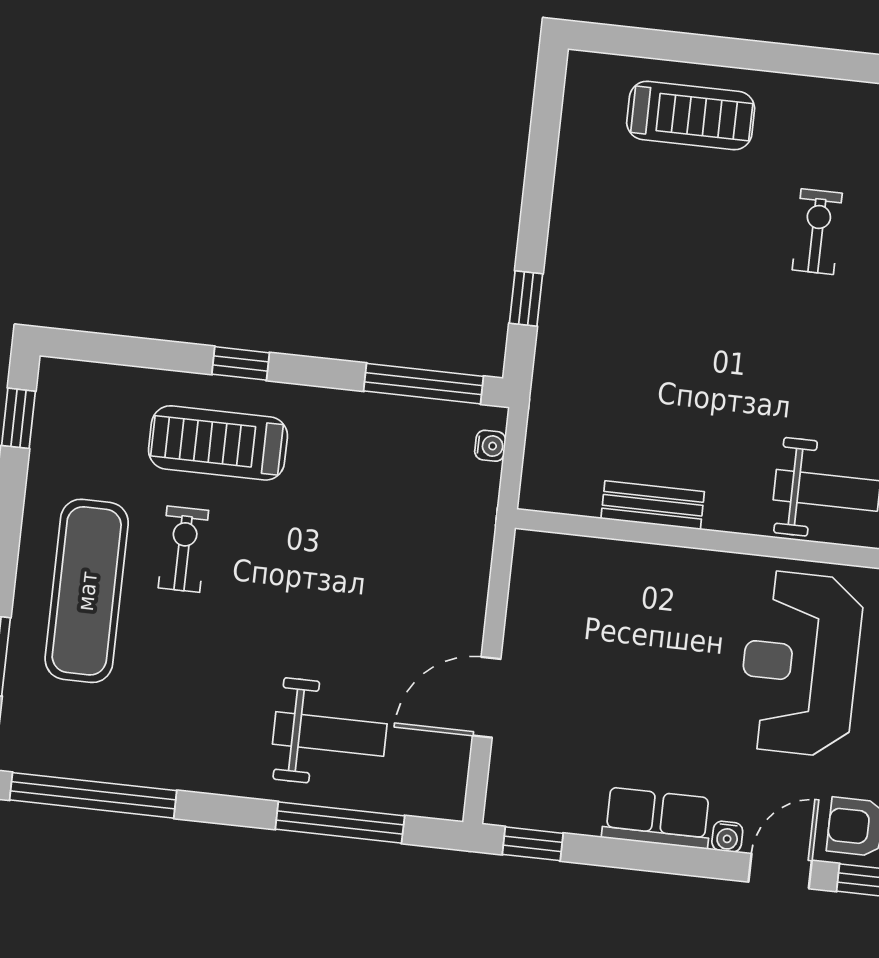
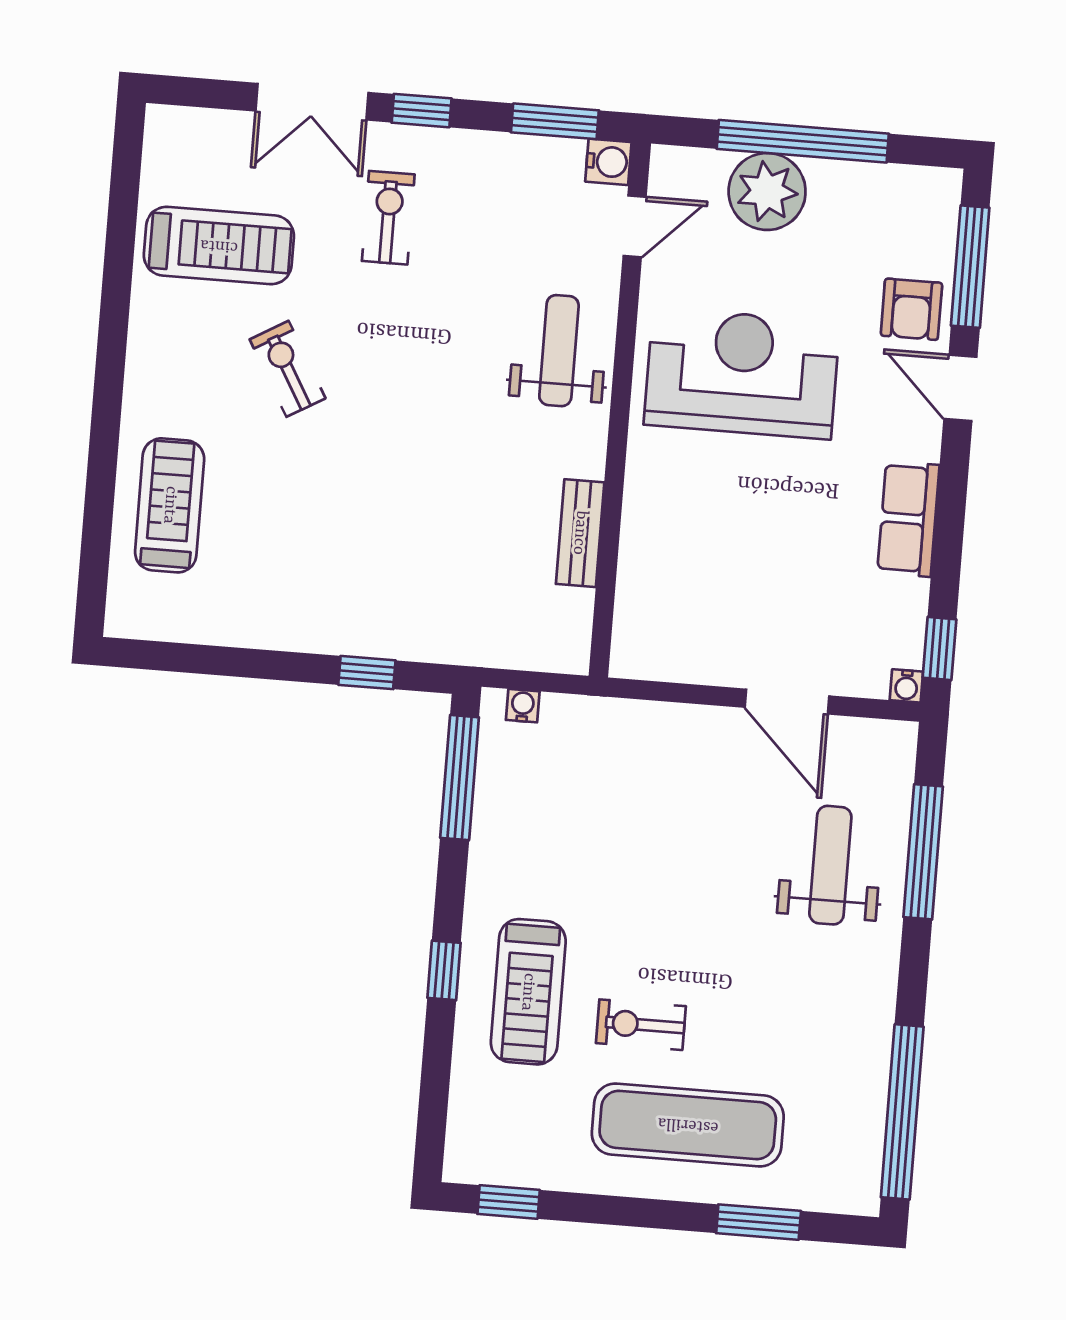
exercise bike: (817, 232) -> (288, 369), turned 60
reception desk: (800, 664) -> (742, 373), turned 180
water cooler: (727, 837) -> (906, 686), moved, turned 90

